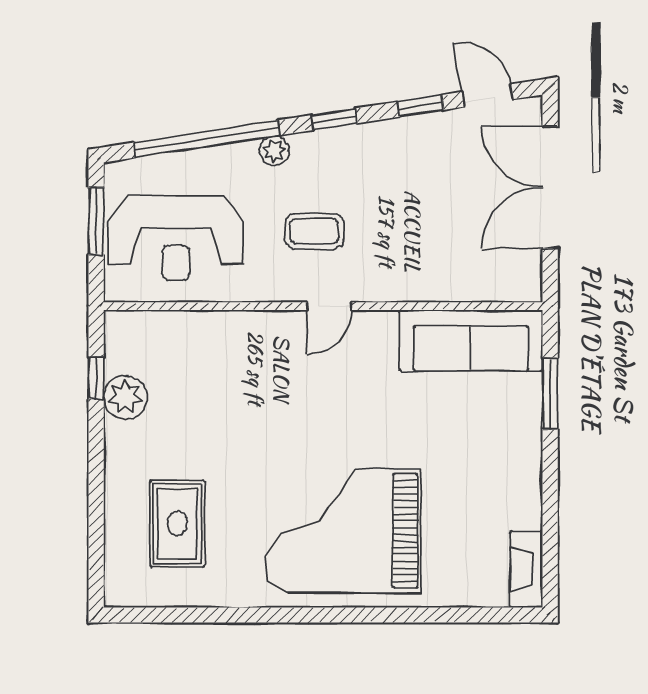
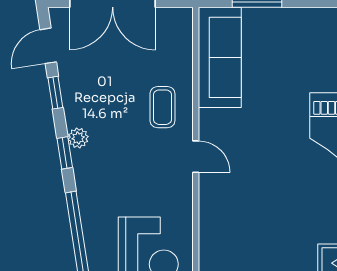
plant: (274, 151) -> (78, 138), moved
coffee table: (314, 231) -> (162, 107), moved

